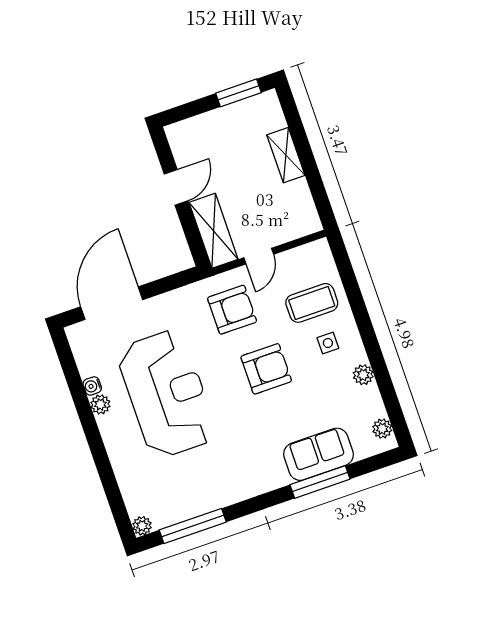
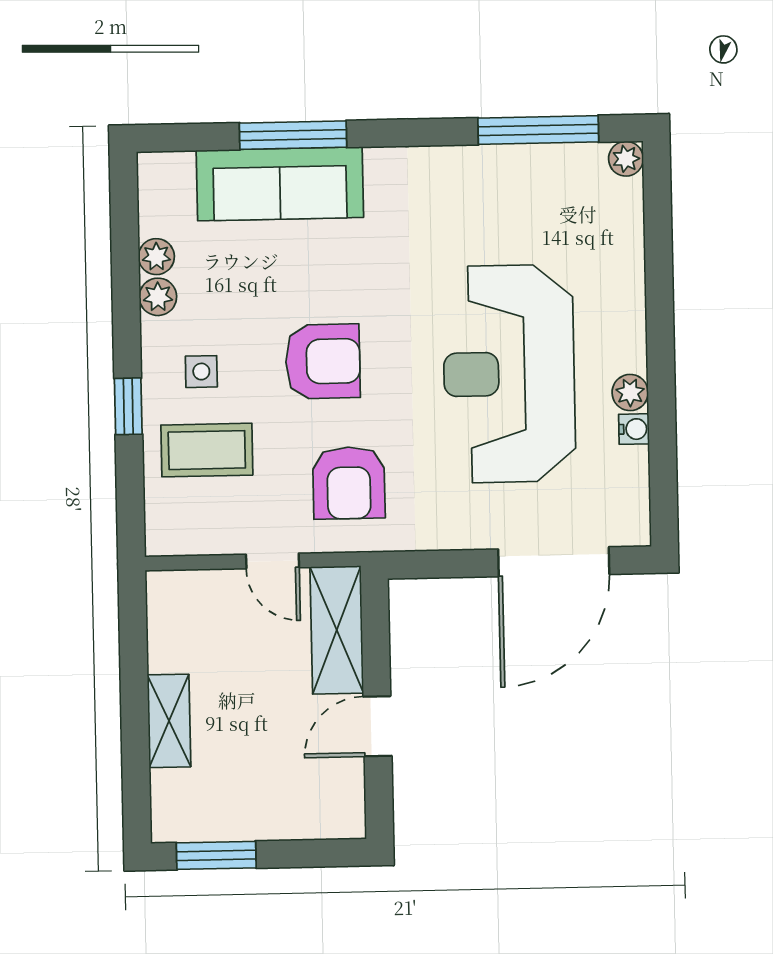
door: (259, 256) -> (273, 561), swing flipped
armchair: (232, 310) -> (349, 483), turned -90
window: (360, 313) -> (128, 406), added
armchair: (266, 369) -> (323, 361), turned 180
plant: (382, 429) -> (156, 257), moved
sofa: (319, 454) -> (280, 184), width x1.36

